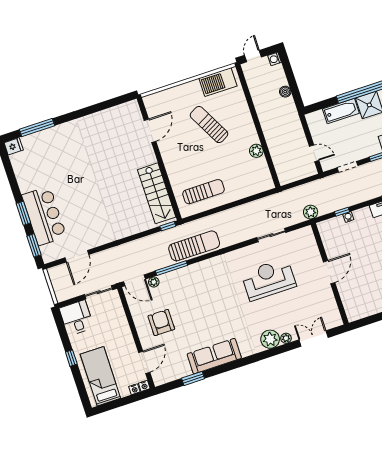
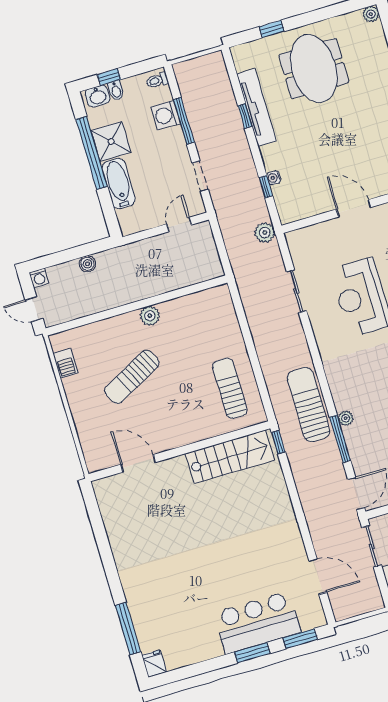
barbecue: (218, 82) -> (65, 363), width x0.53, depth x0.65
plant: (256, 151) -> (150, 316), moved
plant: (154, 282) -> (346, 418), moved

